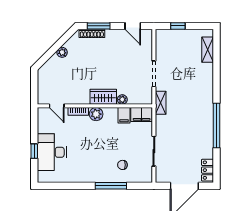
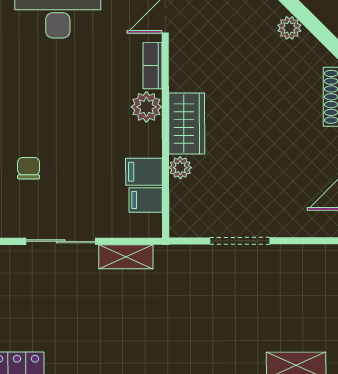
shelving: (161, 103) -> (126, 257), moved
filing cabinet: (142, 114) -> (146, 200), width x0.50

